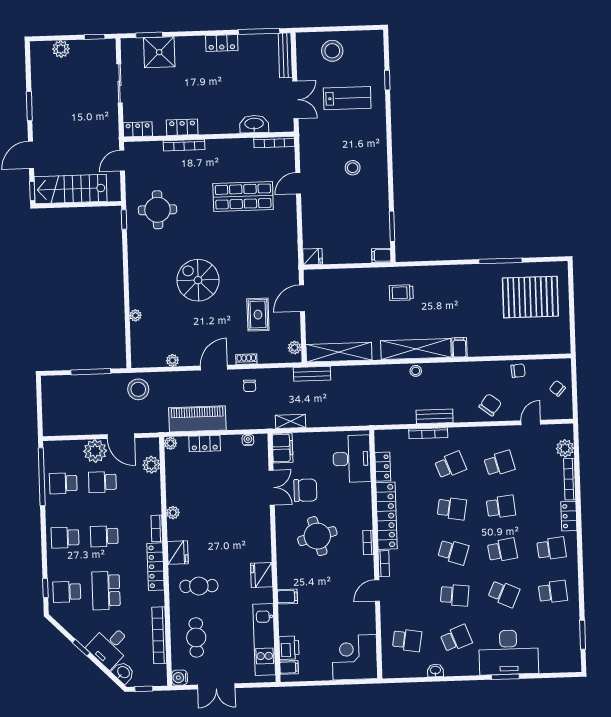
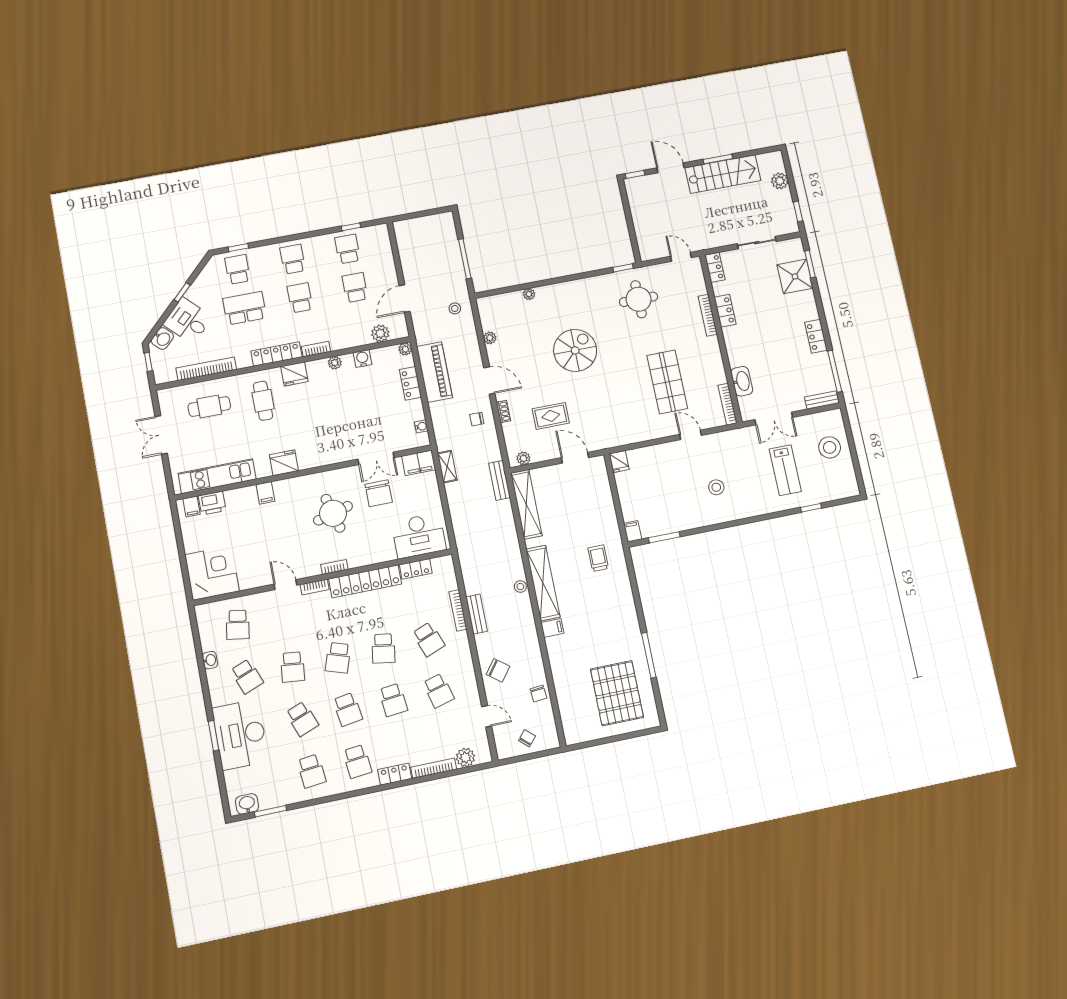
bench: (285, 55) -> (822, 400), width x0.73
stairs: (71, 189) -> (723, 174), moved, turned 90
stool: (138, 389) -> (455, 308), width x0.53, depth x0.53
plant: (95, 451) -> (385, 275), removed
window: (42, 477) -> (351, 227), width x0.32
school desk: (504, 594) -> (302, 719), turned -45
washbasin: (572, 655) -> (247, 804), added
water cooler: (180, 678) -> (362, 359), moved

